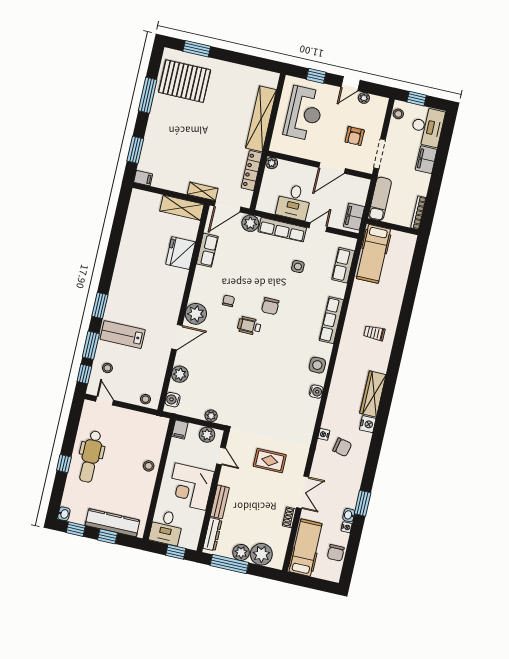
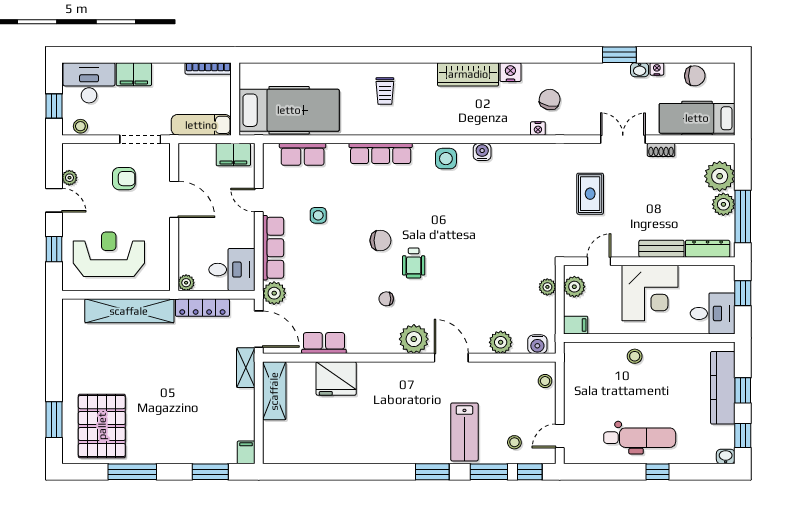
desk: (294, 202) -> (232, 270), moved
hospital bed: (373, 254) -> (289, 110), width x1.37, depth x1.29

